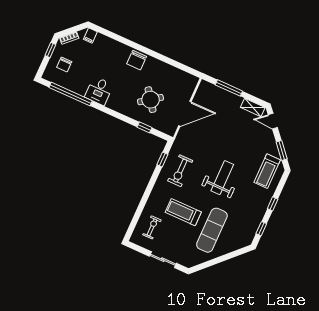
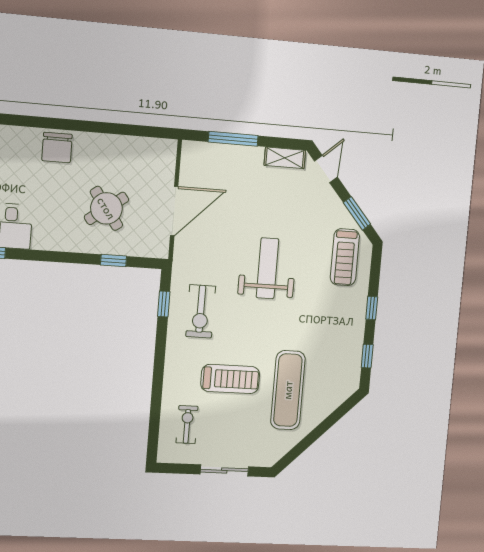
door: (273, 121) -> (326, 169), swing flipped
weight bench: (222, 178) -> (267, 268), moved
treadmill: (183, 212) -> (230, 379), turned 180

